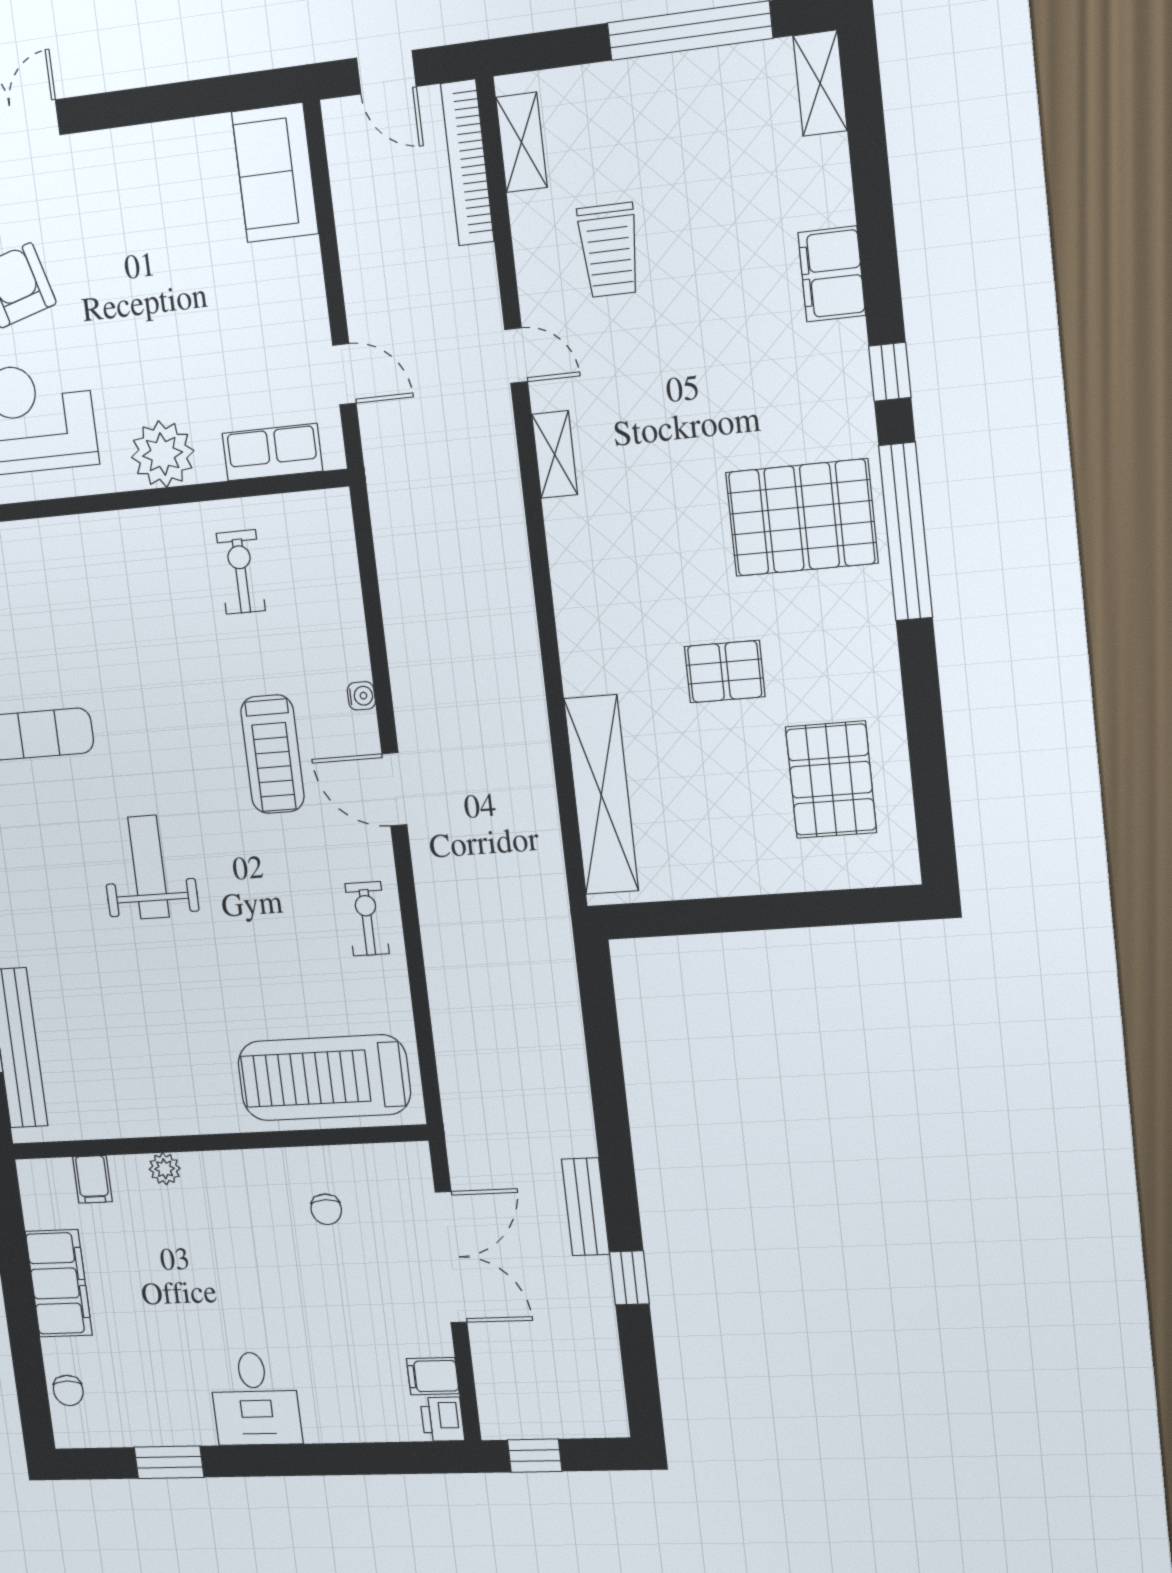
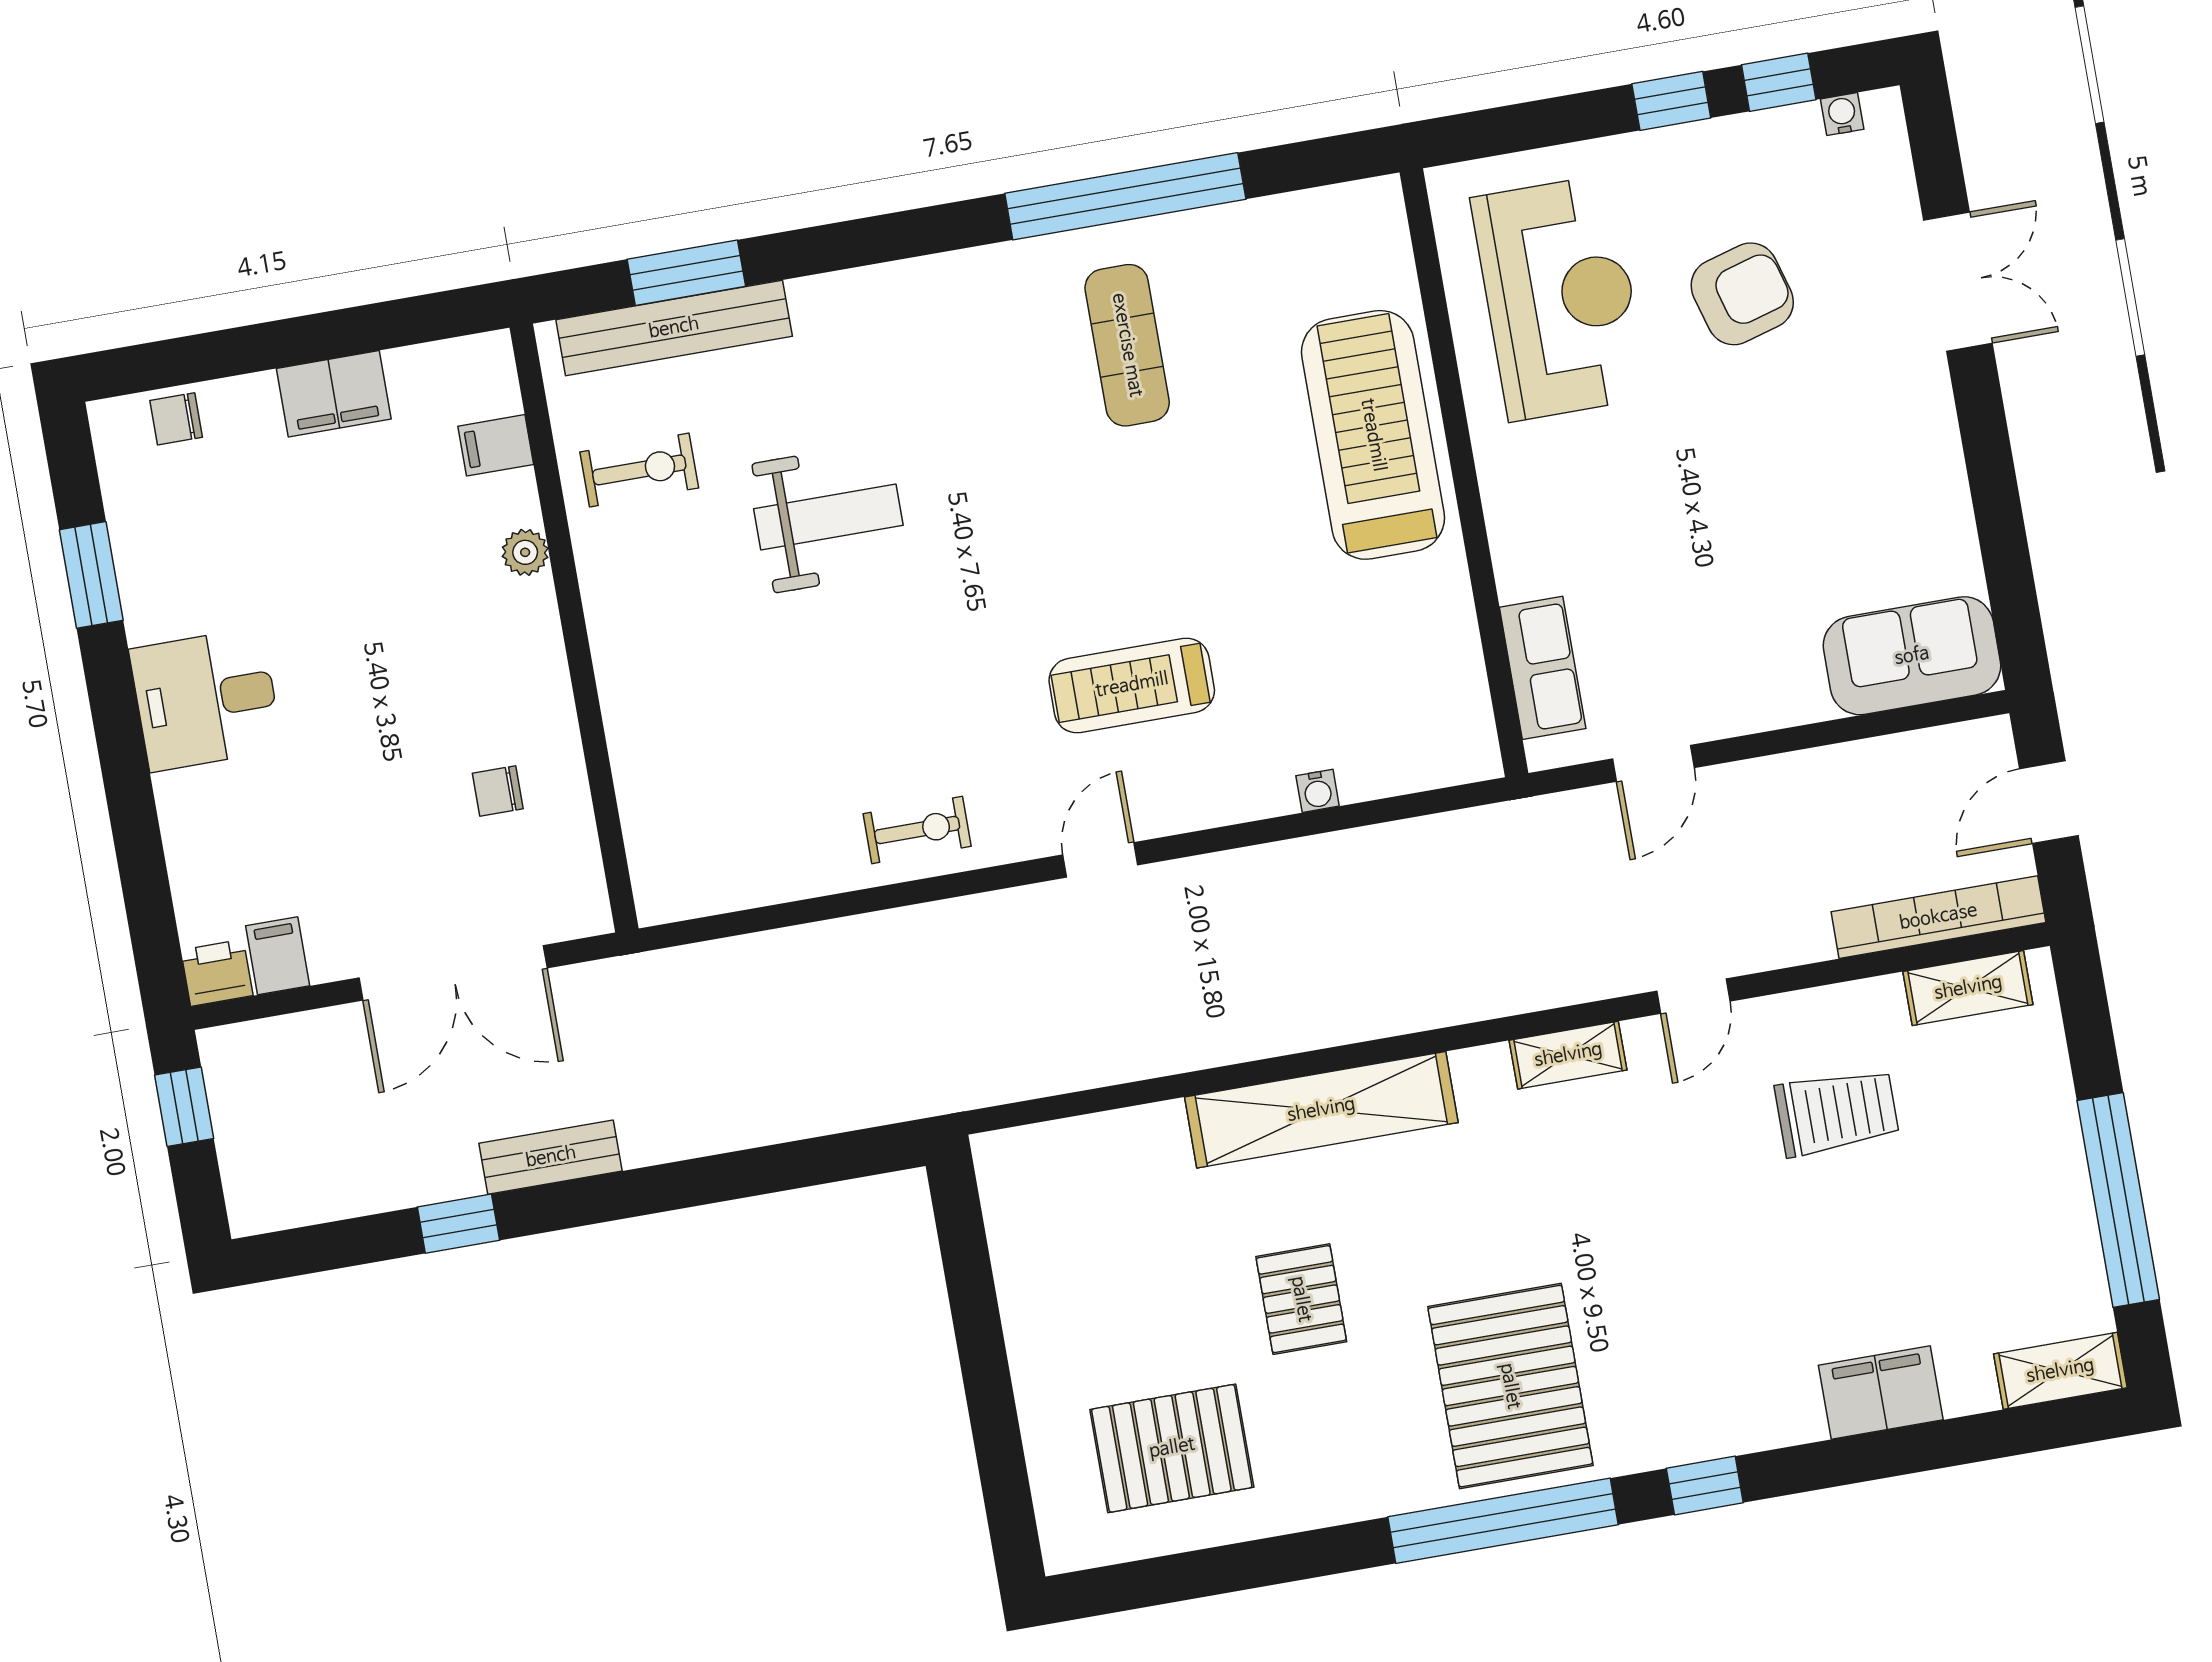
trolley: (609, 250) -> (1837, 1112), turned 180
filing cabinet: (832, 274) -> (1881, 1392), moved
plant: (163, 454) -> (1529, 512), removed
exercise bike: (241, 572) -> (639, 470), moved
water cooler: (361, 696) -> (1318, 791), moved
door: (394, 789) -> (1100, 860), width x0.73
shelving: (601, 795) -> (1321, 1110), moved
weight bench: (149, 867) -> (828, 517), moved
treadmill: (324, 1078) -> (1373, 435), moved
filing cabinet: (59, 1283) -> (334, 394), width x0.67, depth x0.86

